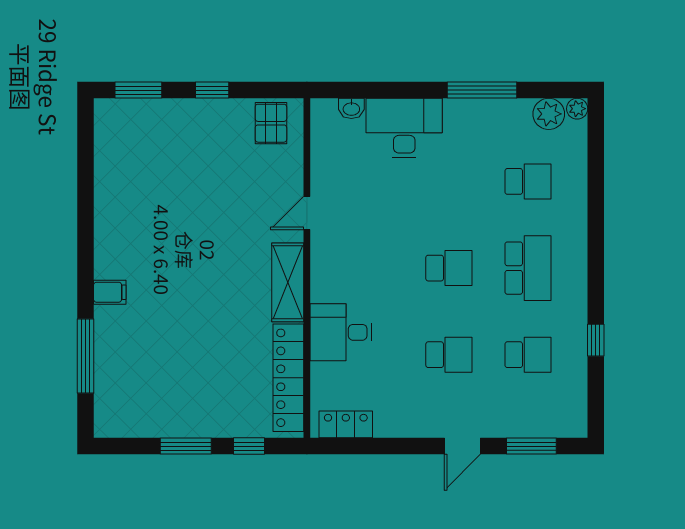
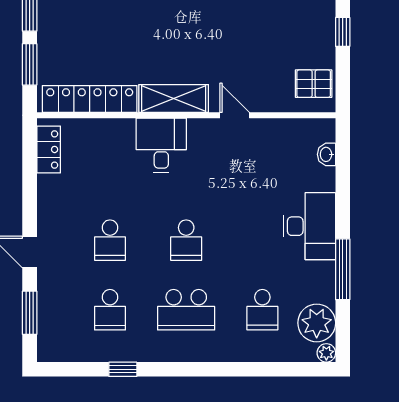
plant: (549, 114) -> (317, 323), width x1.36, depth x1.36
desk: (404, 128) -> (309, 226), moved
desk: (341, 332) -> (161, 145), moved
window: (249, 446) -> (30, 64), width x1.50

